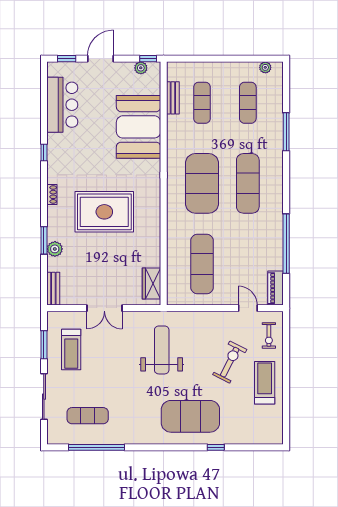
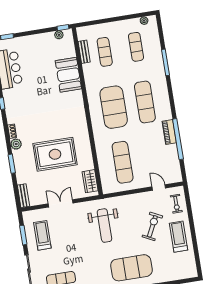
door: (100, 59) -> (30, 33), removed
booth: (139, 127) -> (68, 75), width x0.73, depth x0.70
rug: (104, 212) -> (55, 154), moved
plant: (55, 249) -> (16, 144), moved
piano: (276, 288) -> (169, 132), moved
double door: (104, 308) -> (61, 203), swing flipped
treadmill: (71, 350) -> (42, 235), turned 180
weight bench: (162, 350) -> (104, 226), turned 180

